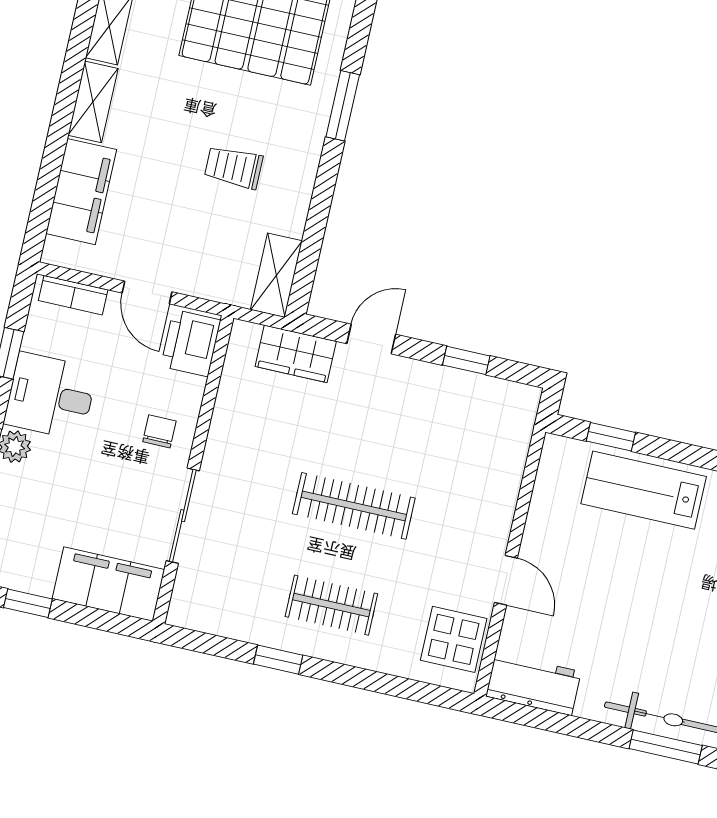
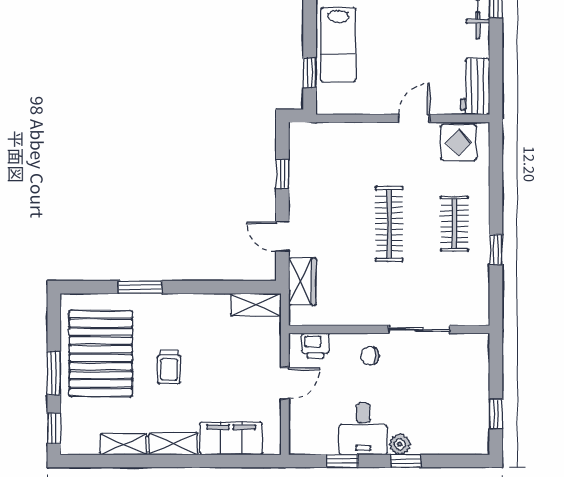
trolley: (234, 167) -> (169, 367), moved
bookcase: (73, 295) -> (297, 429), removed
printer: (191, 343) -> (315, 346), width x0.73, depth x0.81
filing cabinet: (108, 584) -> (473, 366), removed

